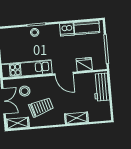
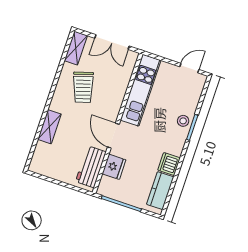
door: (64, 74) -> (113, 136), hinge flipped
workbench: (101, 87) -> (91, 167), moved, turned -90
stool: (25, 91) -> (113, 75), removed

